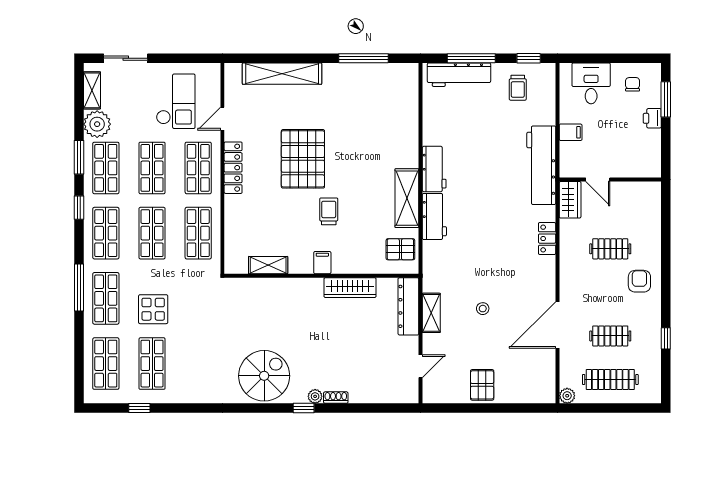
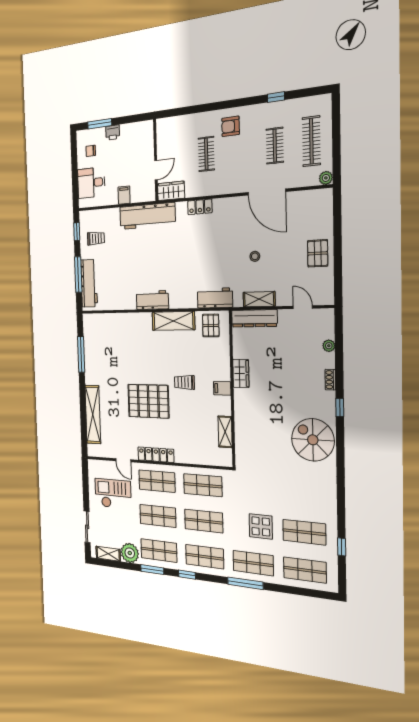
workbench: (434, 216) -> (215, 298), moved
wardrobe: (350, 288) -> (241, 373), width x0.67
pallet: (482, 385) -> (318, 253), turned 90
plant: (315, 396) -> (329, 346), moved

